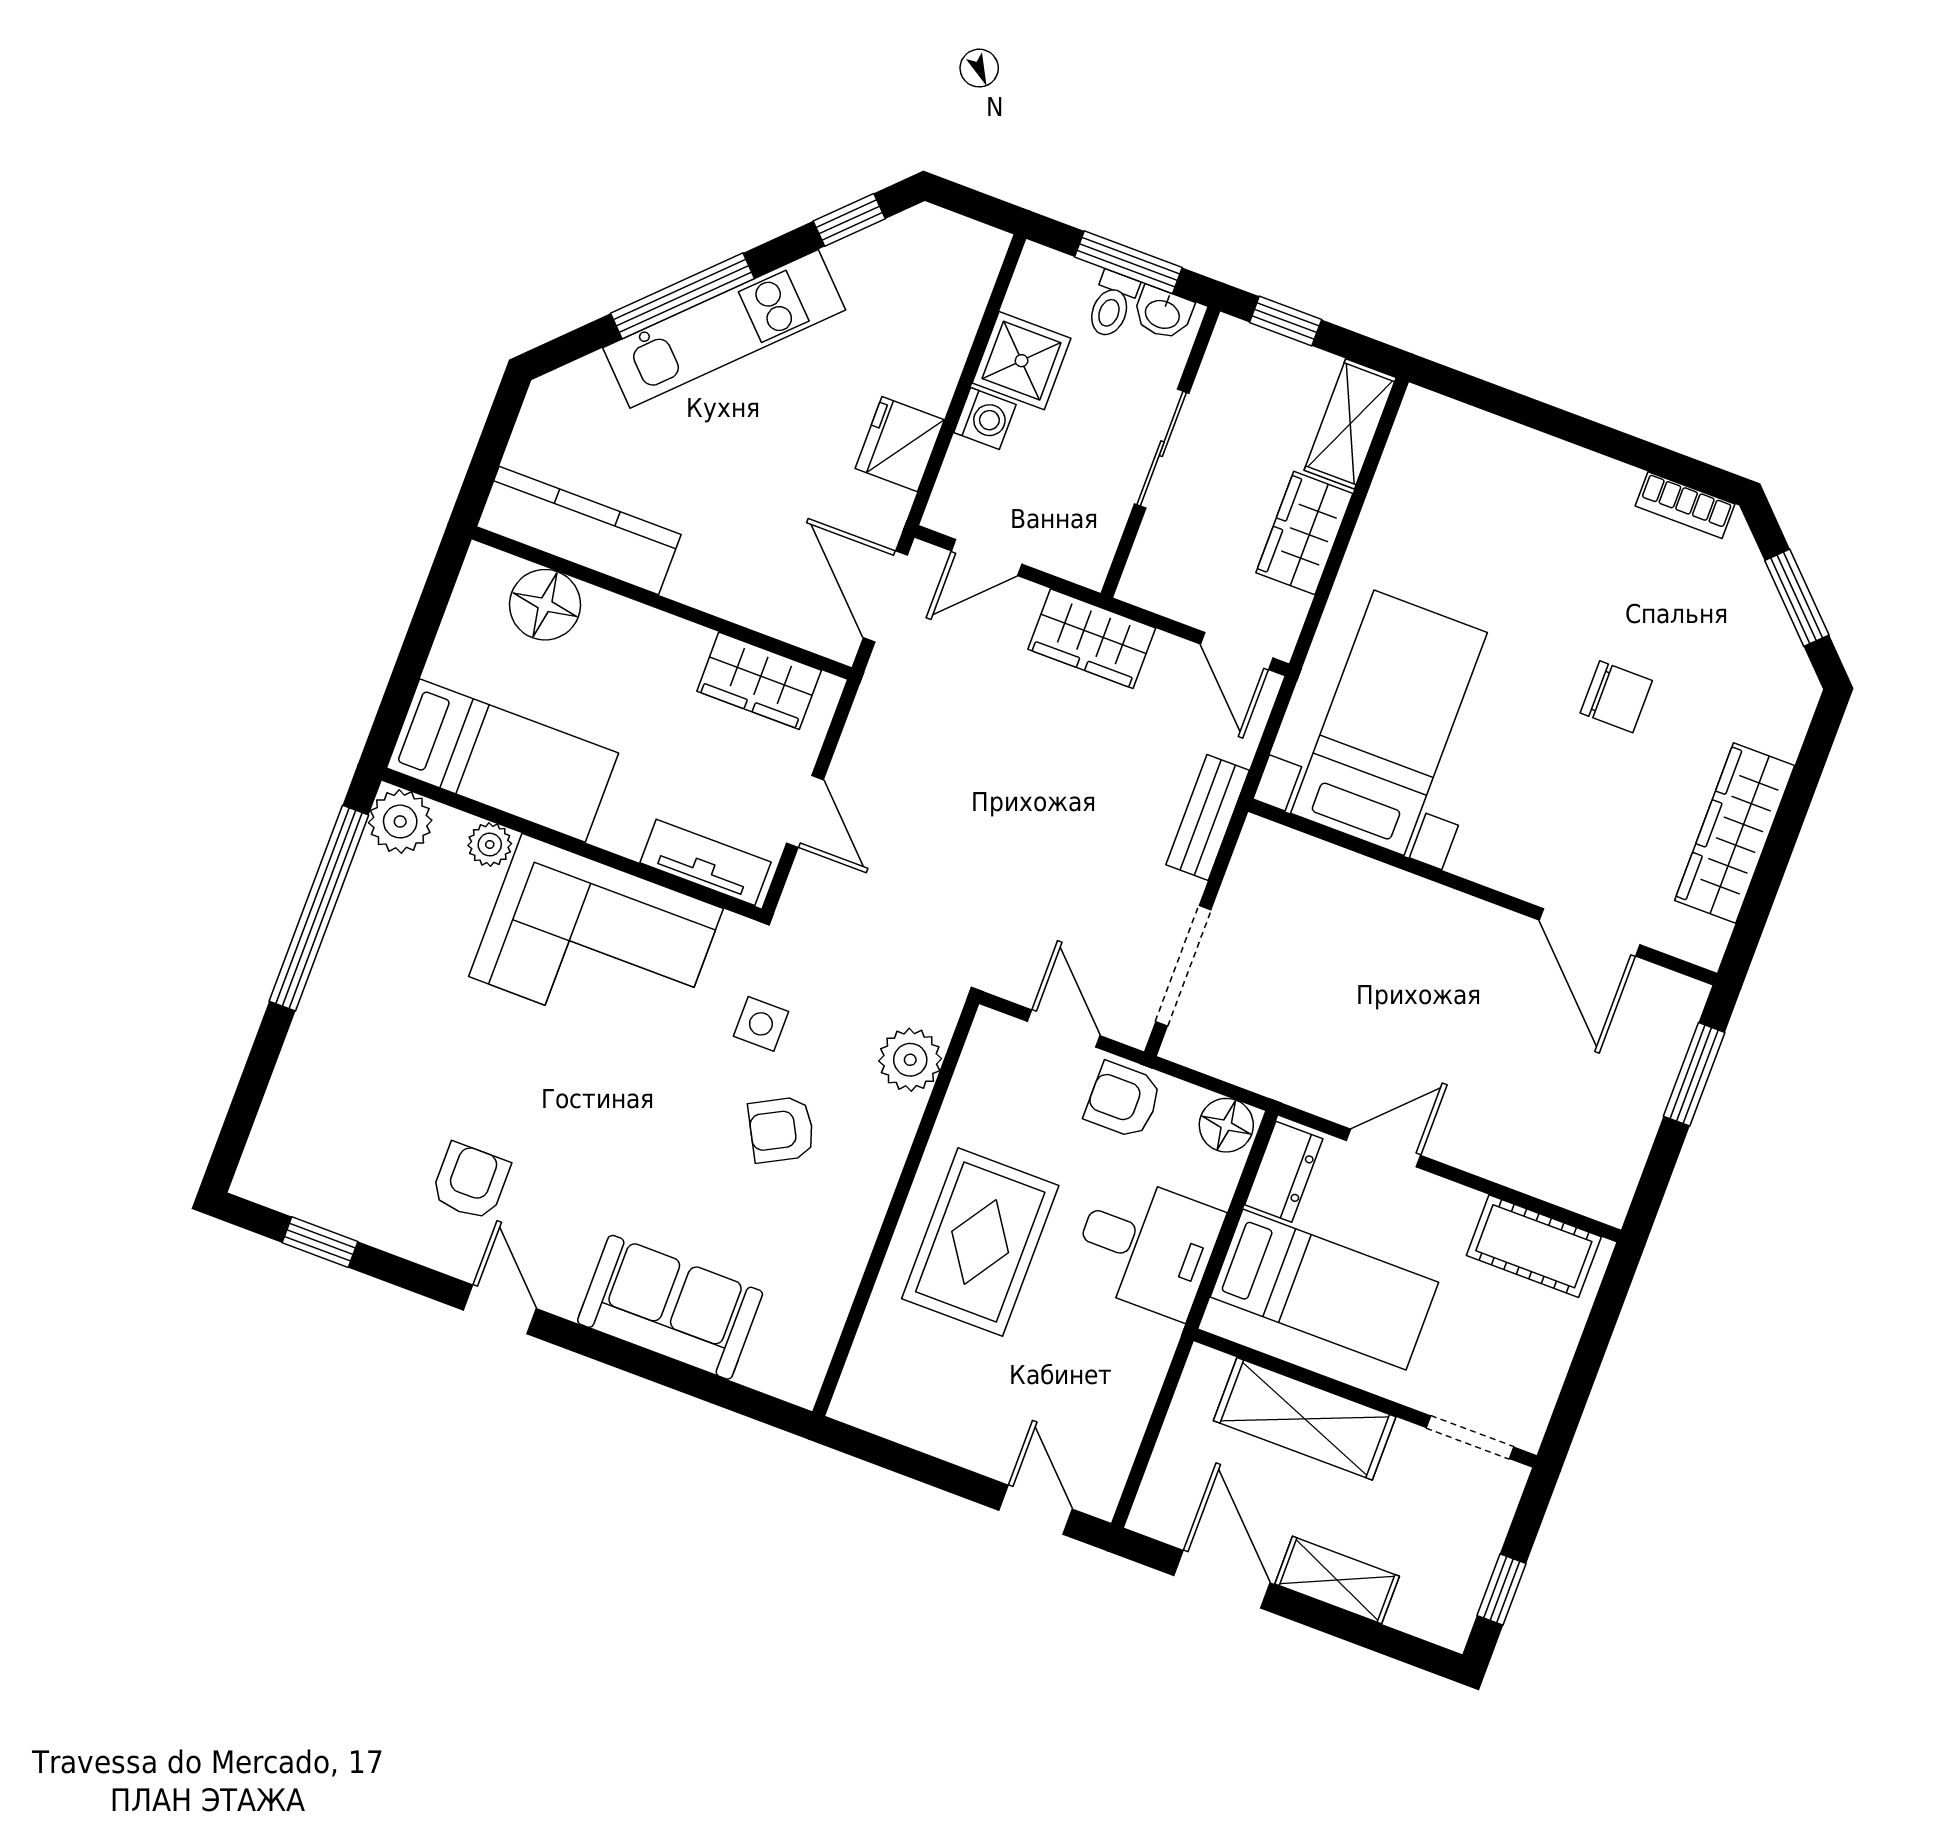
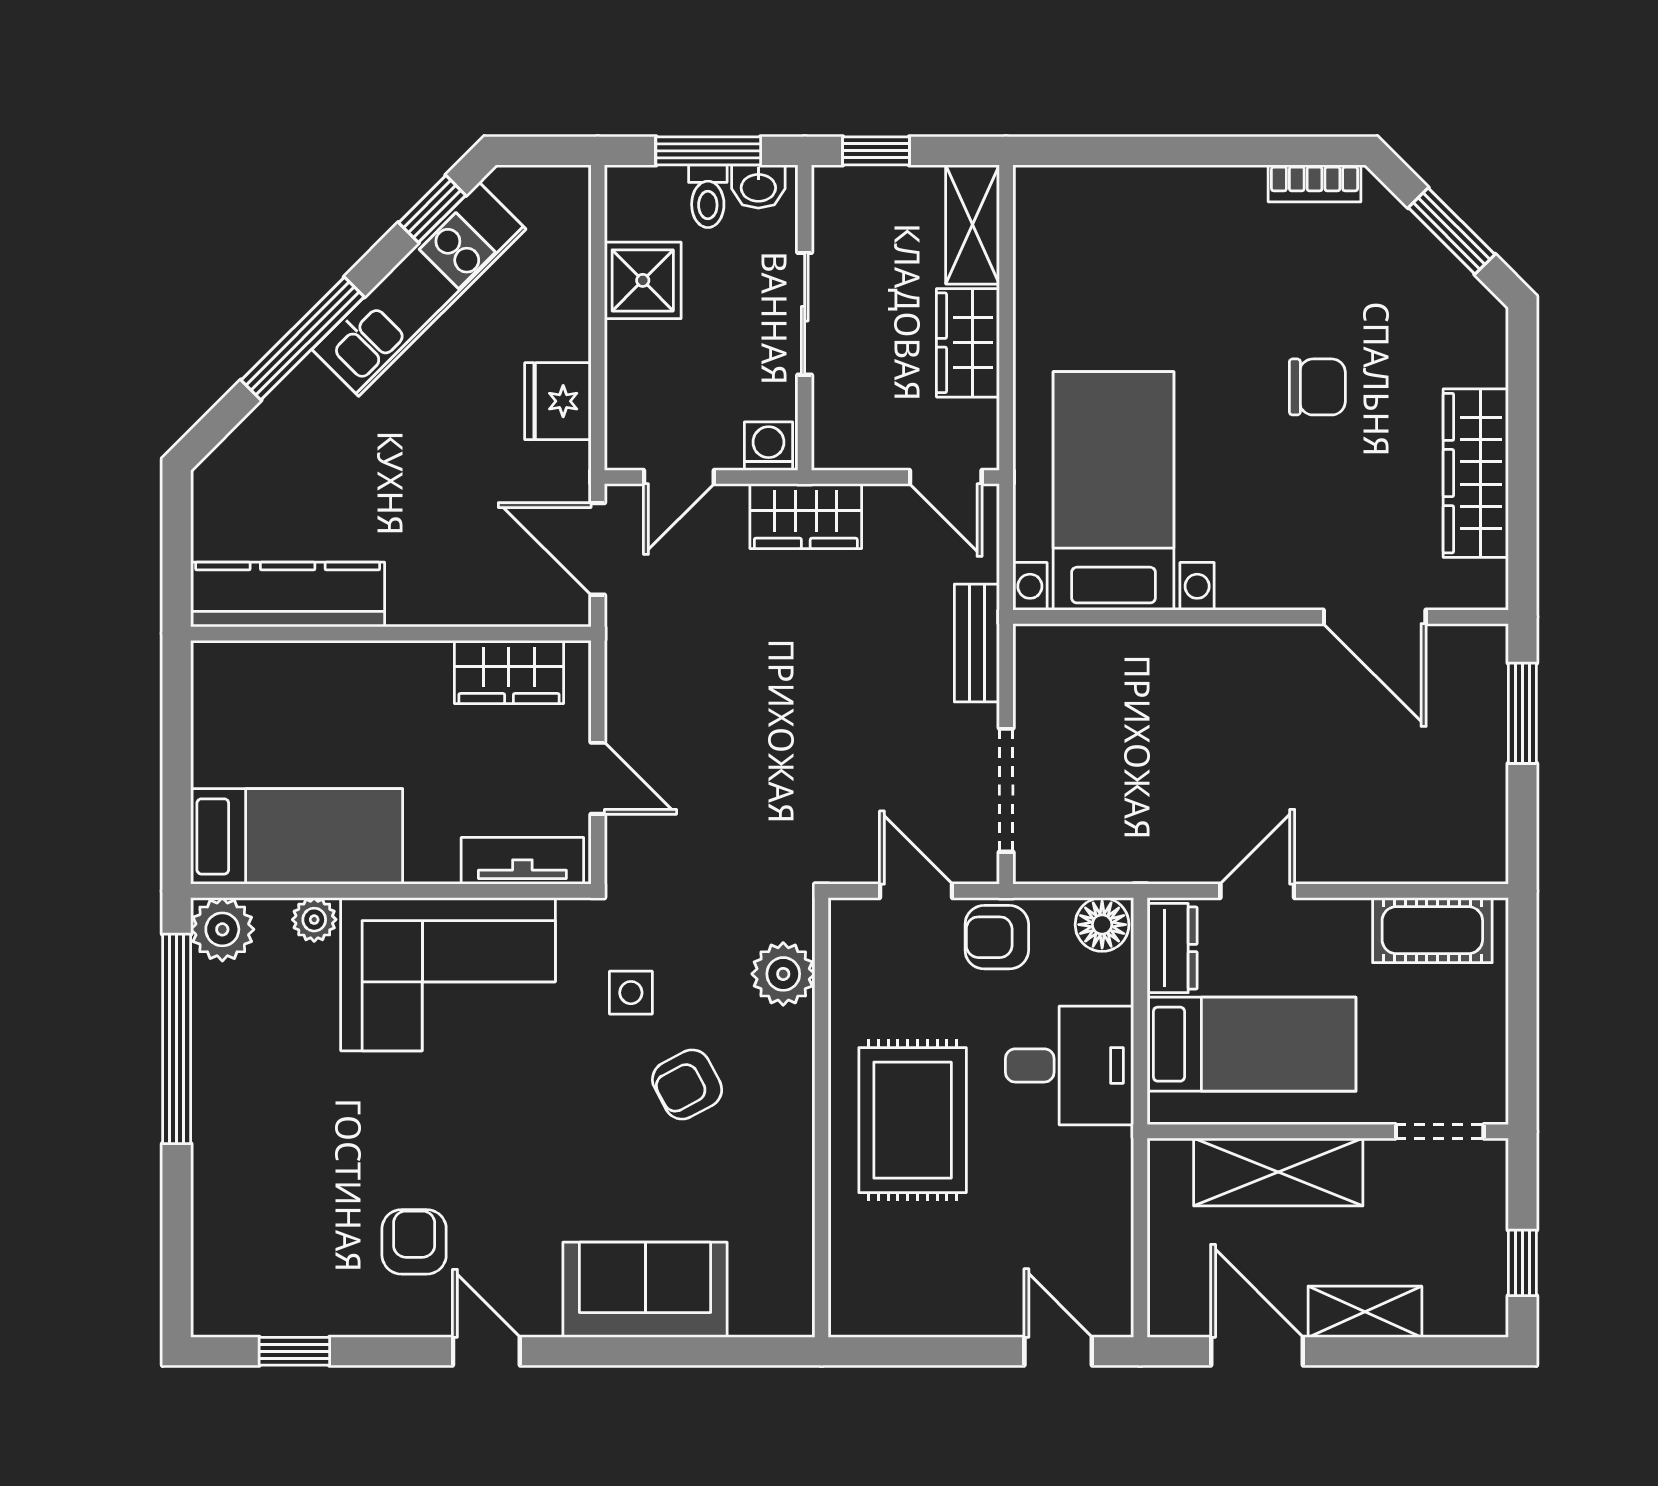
kitchen unit: (724, 329) -> (419, 289), moved
washing machine: (985, 418) -> (769, 446), moved, turned -90
floor lamp: (545, 605) -> (282, 676), removed

